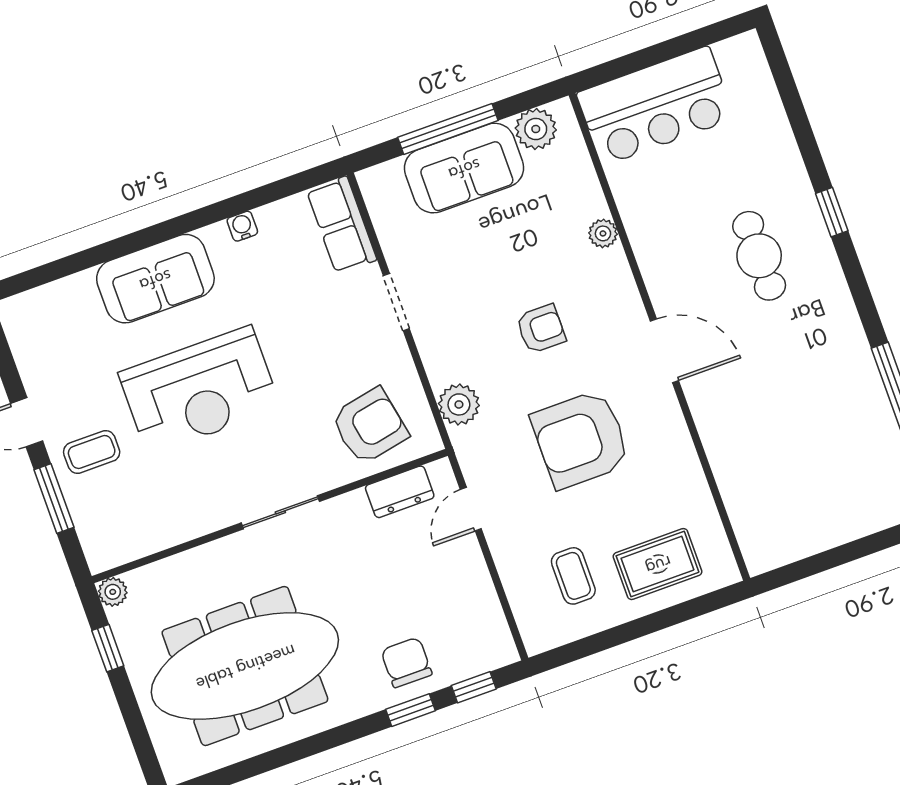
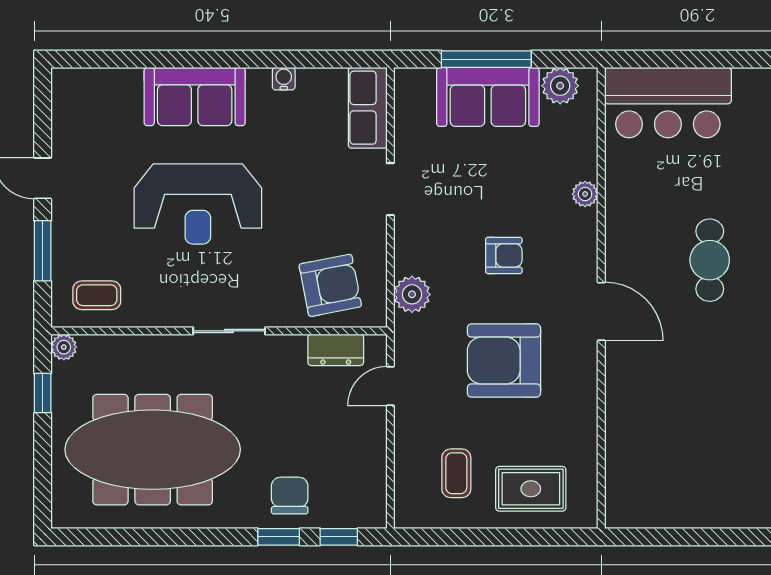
coffee table: (92, 452) -> (97, 295), moved

